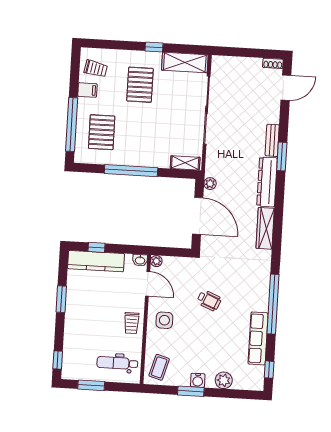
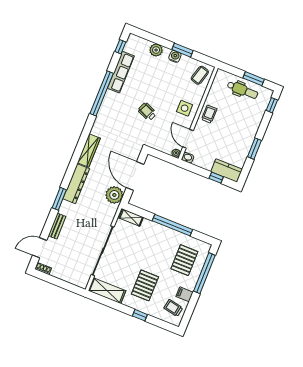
window: (154, 47) -> (140, 315), moved
bench: (272, 140) -> (57, 226), moved
plant: (210, 184) -> (114, 195), width x1.87, depth x1.87
kitchen counter: (96, 261) -> (227, 170), width x0.67
dental chair: (117, 363) -> (242, 90), moved

